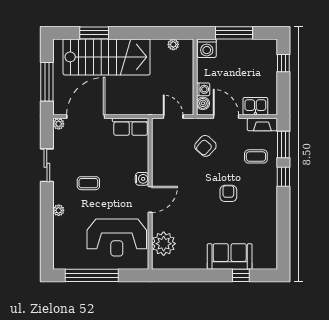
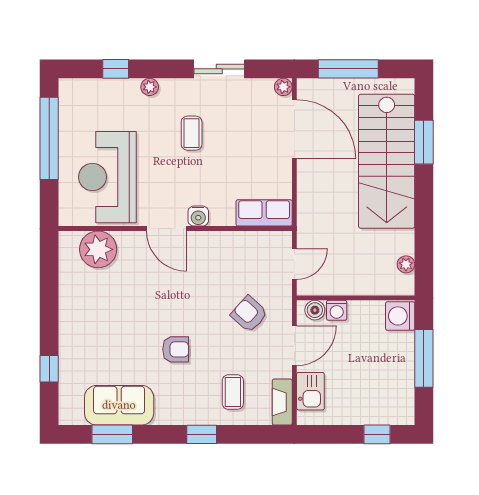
row of seats: (131, 127) -> (264, 213), moved, turned 90
window: (283, 144) -> (112, 434), moved
window: (47, 232) -> (116, 69), added
sofa: (230, 256) -> (119, 405), moved, turned -90

